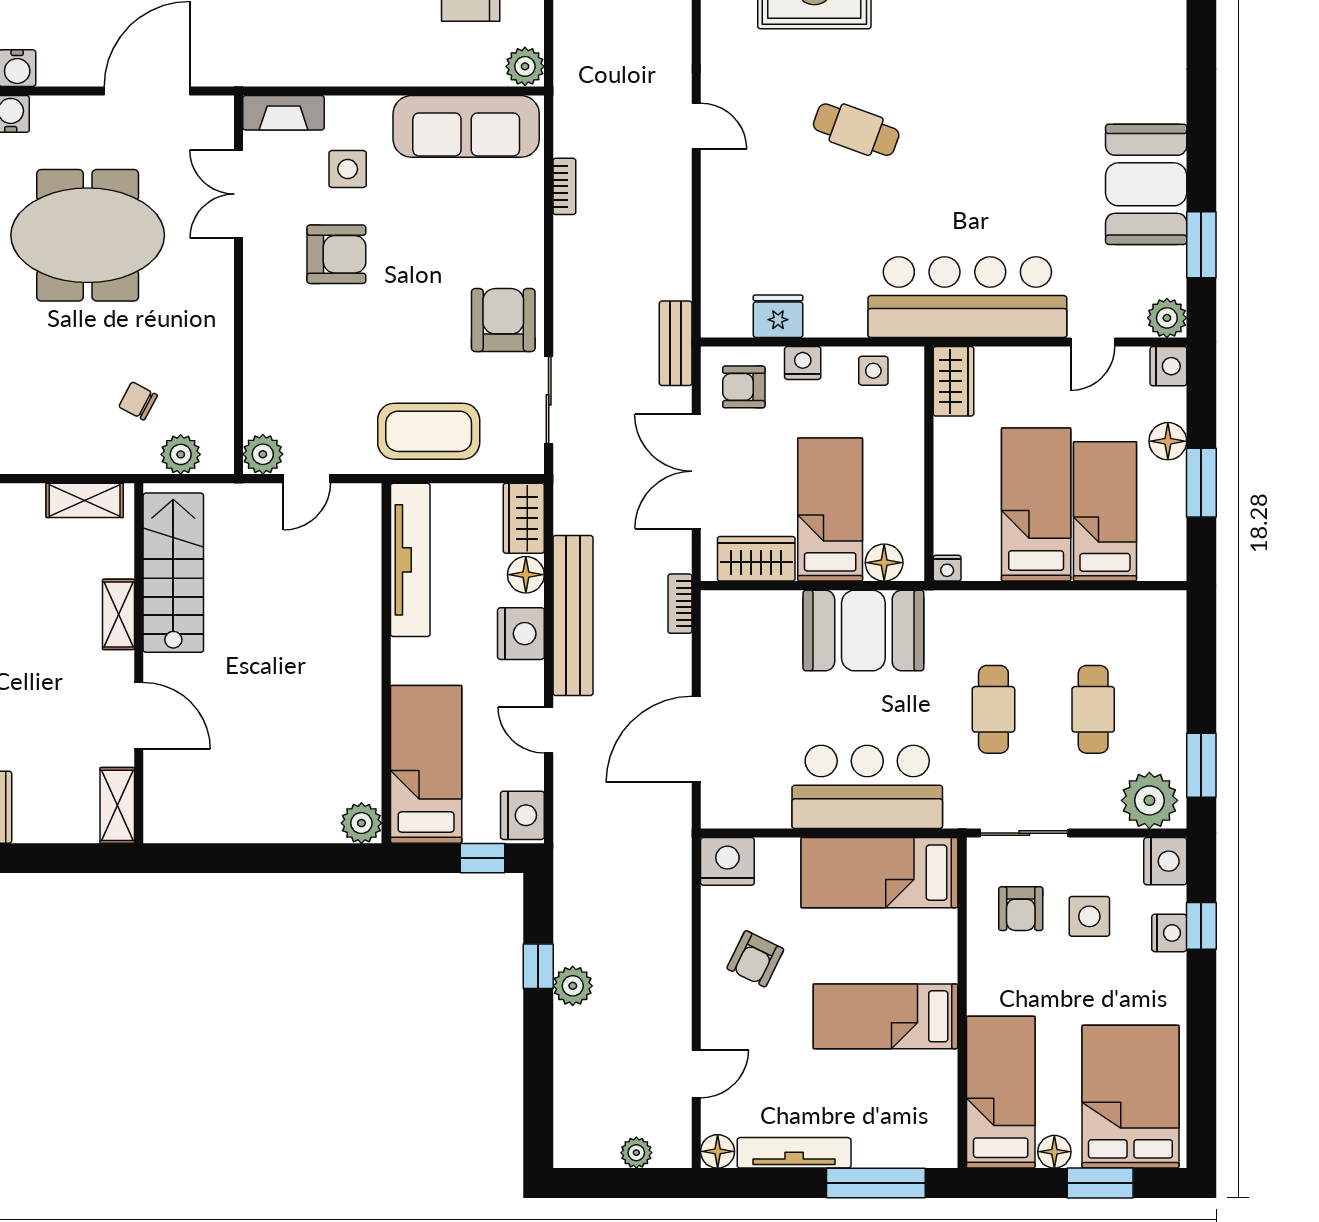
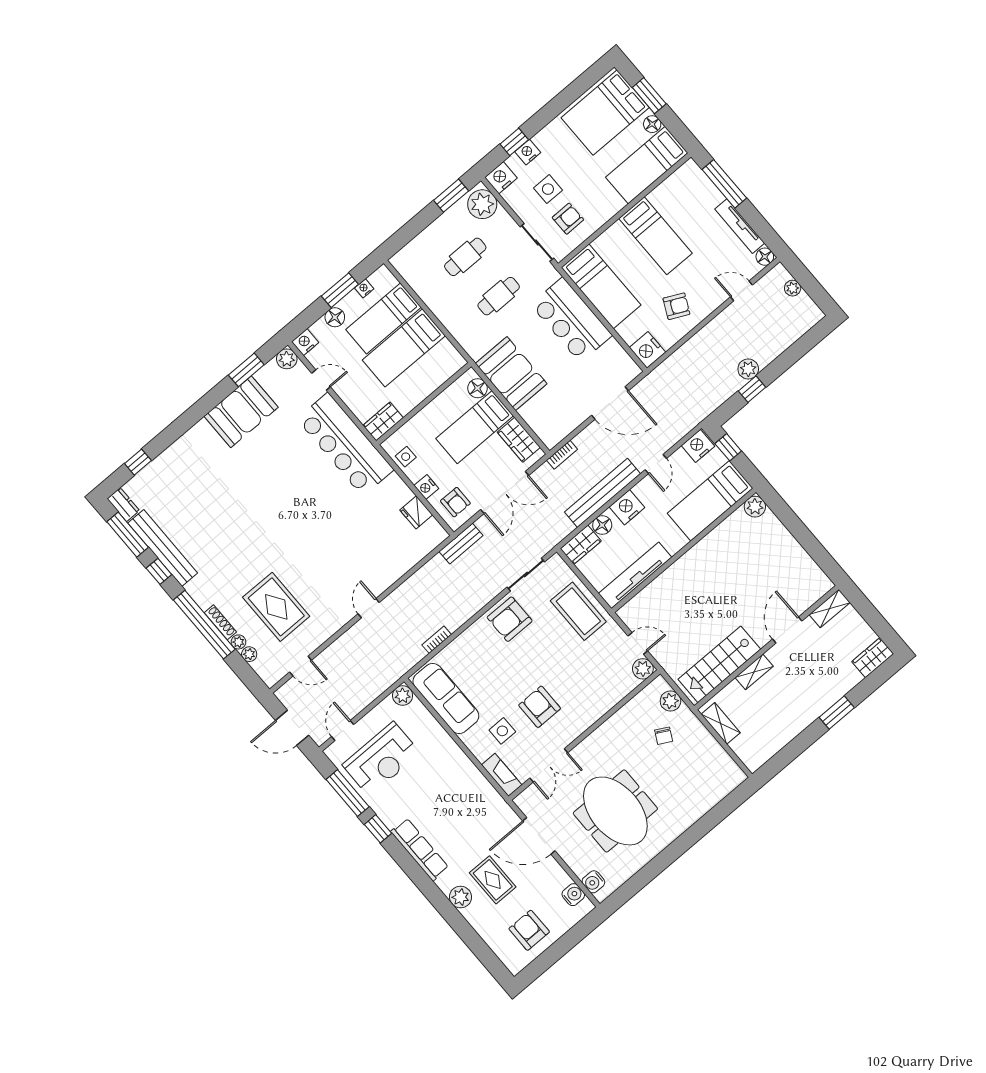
cafe table: (856, 130) -> (317, 544), removed
nightstand: (947, 568) -> (364, 288), moved, turned -90

